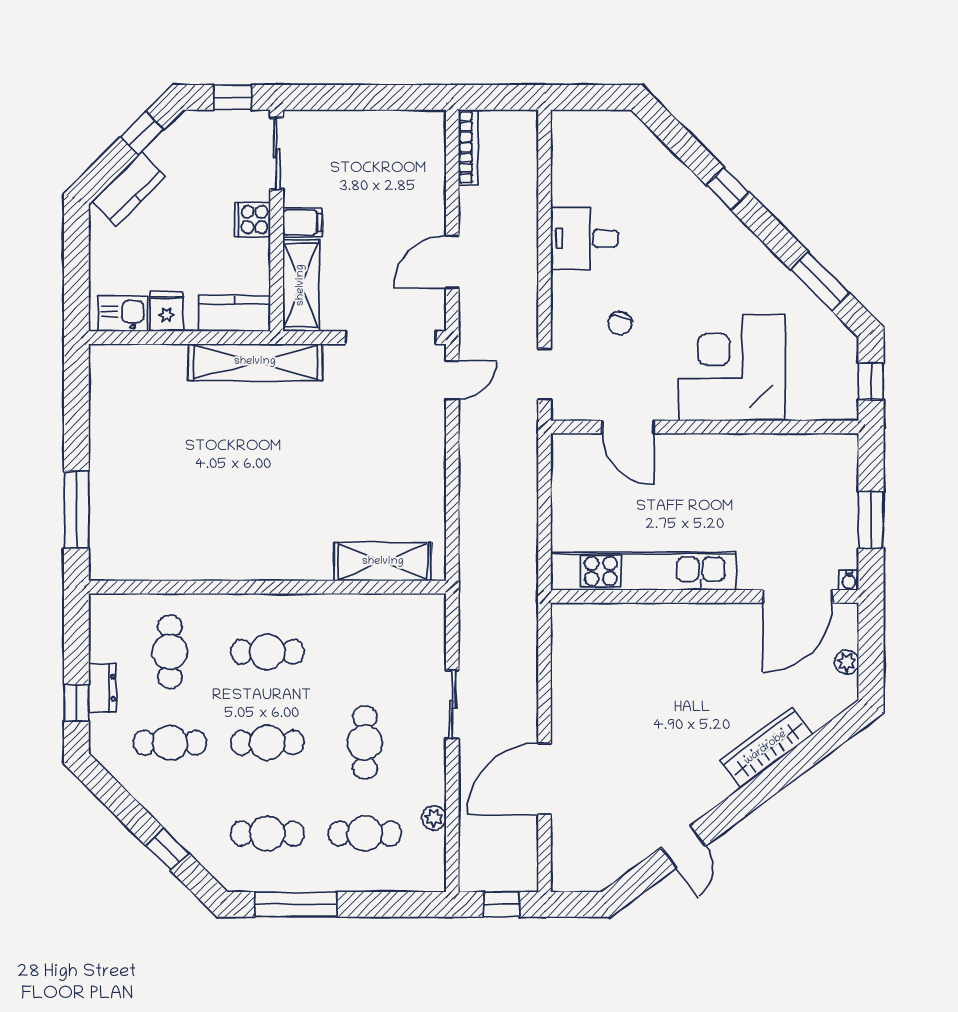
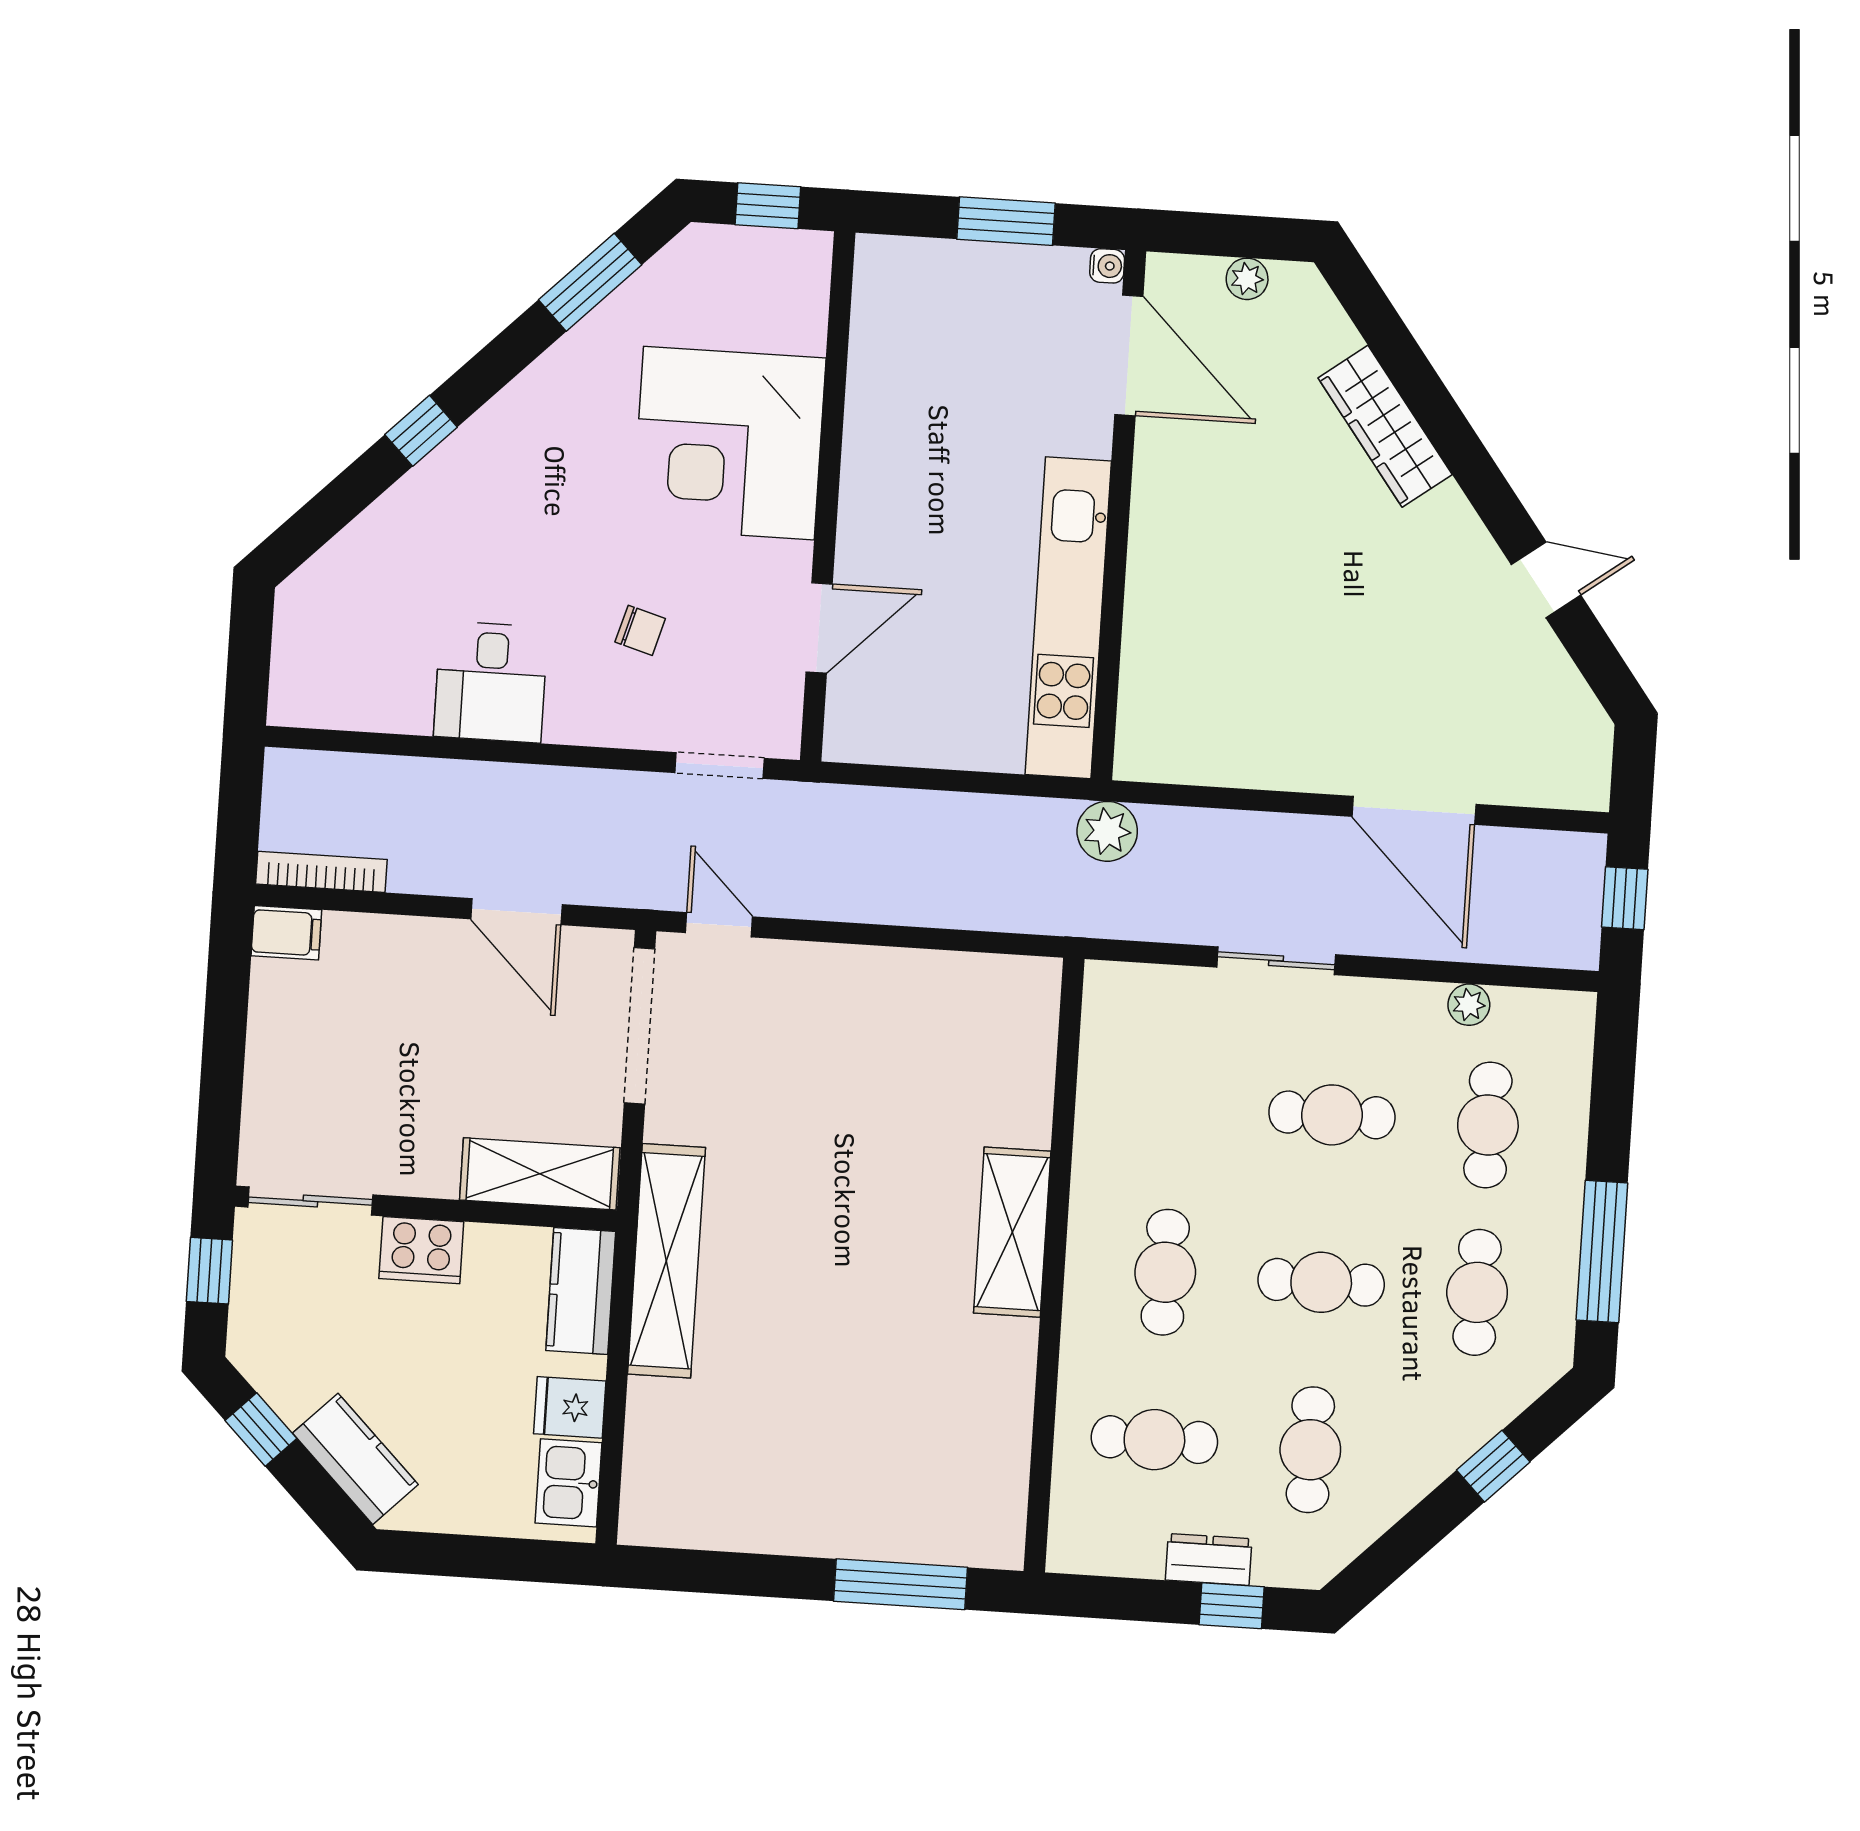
cooker: (252, 220) -> (421, 1250), width x1.36
filing cabinet: (302, 223) -> (286, 933), moved, turned 90
shelving: (383, 562) -> (1012, 1232), moved
plant: (521, 602) -> (1107, 831), added
cafe table: (267, 743) -> (1321, 1282), turned 90

